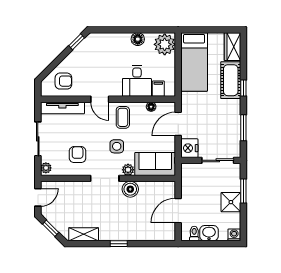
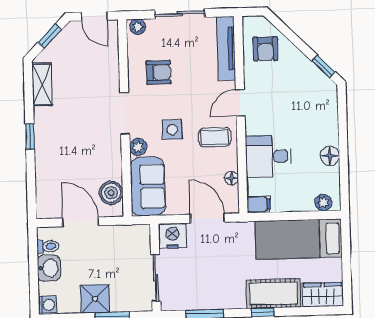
plant: (165, 44) -> (323, 203), width x0.53, depth x0.53
filing cabinet: (158, 89) -> (259, 204), moved
boiler: (130, 189) -> (111, 193), moved

